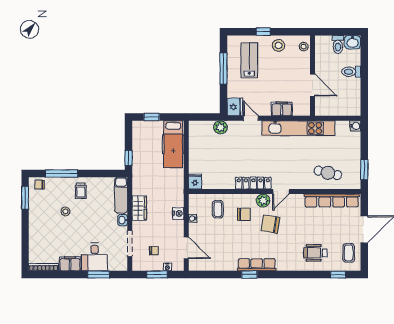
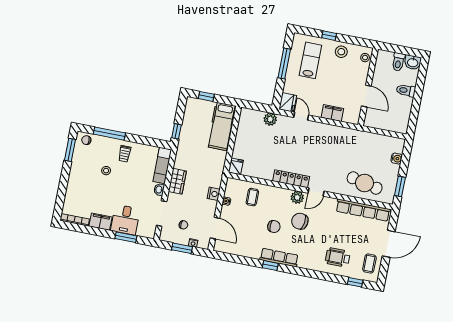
water cooler: (355, 126) -> (397, 159), moved
kitchen unit: (298, 128) -> (345, 135), removed
cafe table: (328, 173) -> (365, 183), width x1.37, depth x1.35
chair: (244, 214) -> (274, 226), moved

